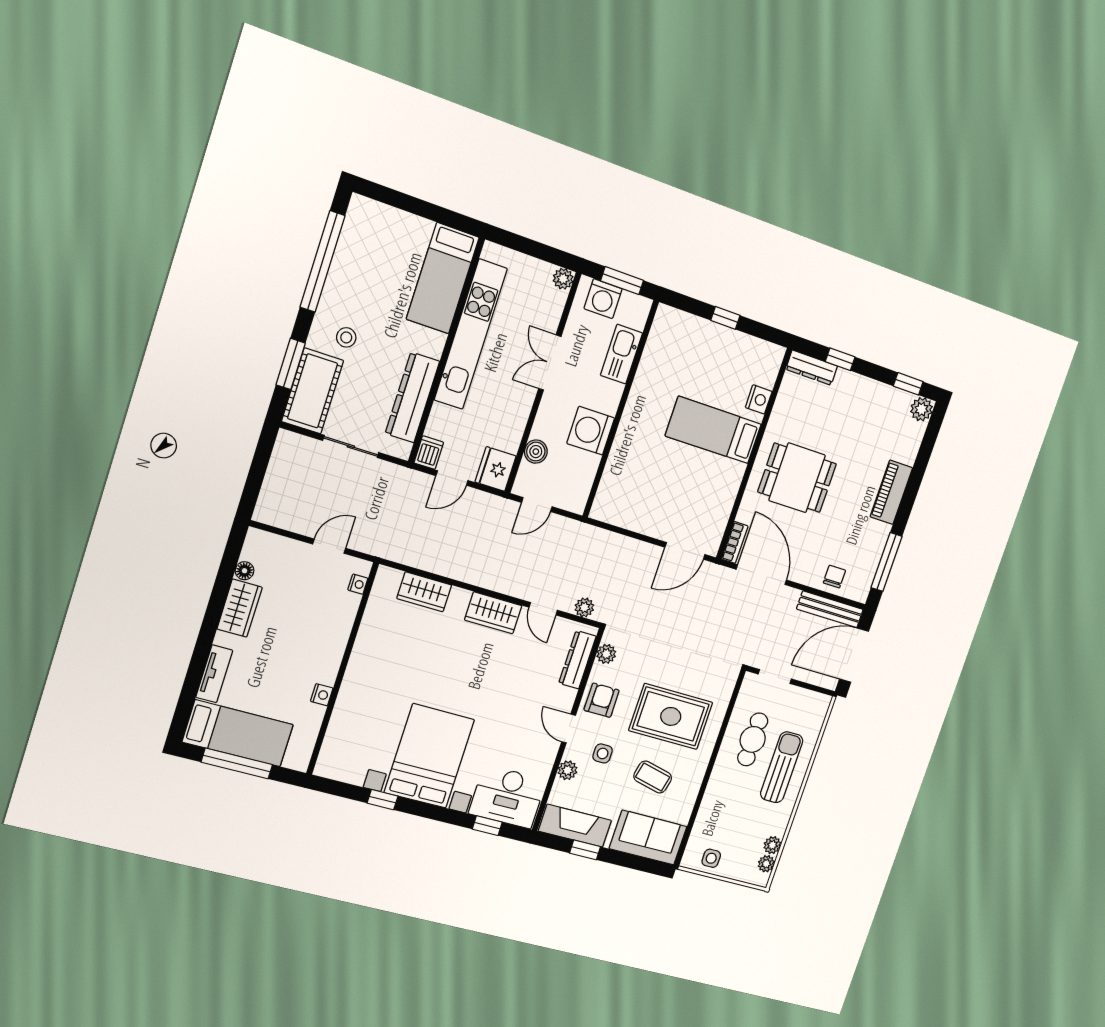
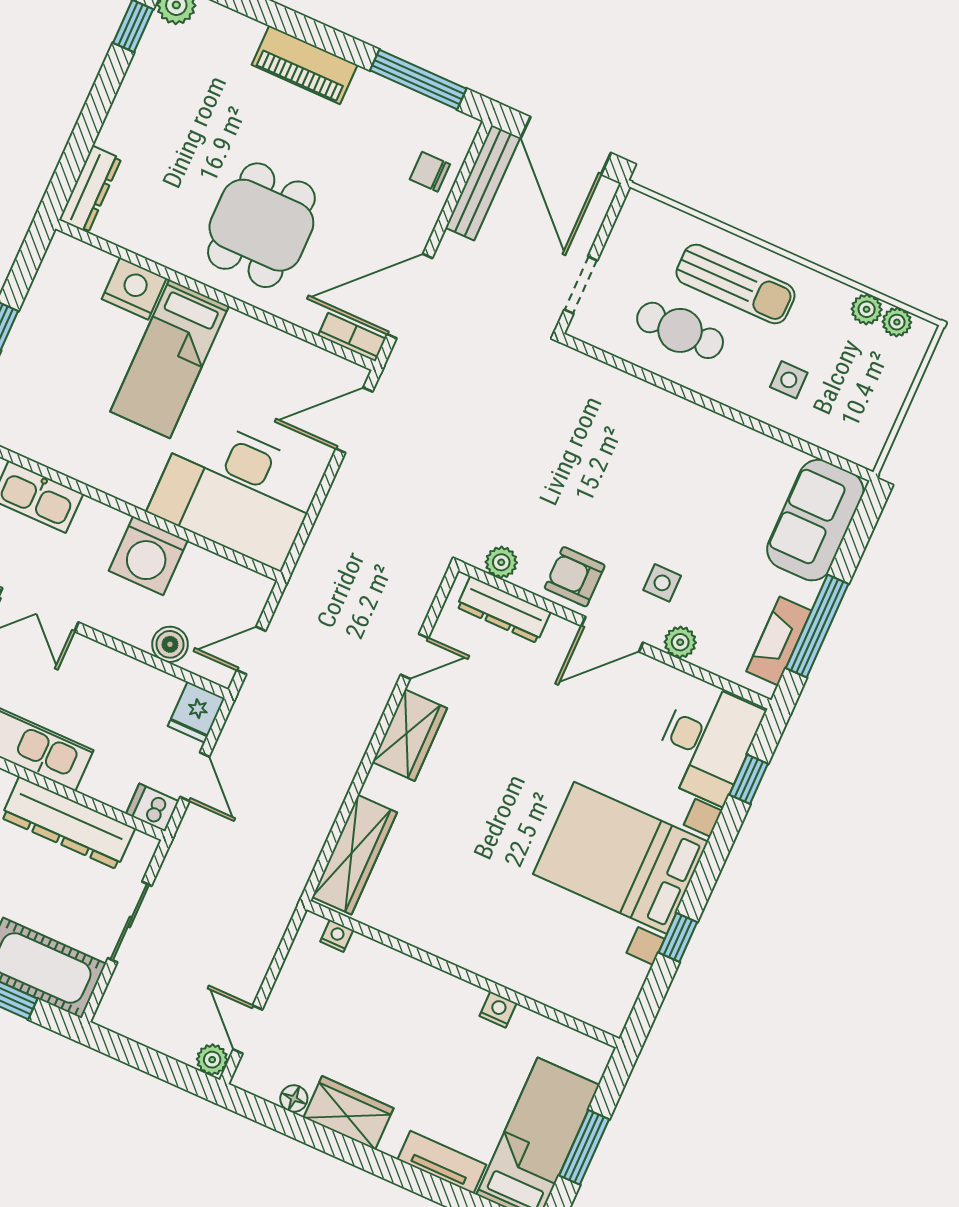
window: (840, 359) -> (82, 140), removed
nightstand: (759, 399) -> (134, 289), width x1.36, depth x1.33
fridge: (496, 469) -> (196, 712), width x0.72
desk: (635, 482) -> (236, 492), added
door: (537, 505) -> (251, 651), swing flipped
door: (329, 546) -> (248, 1029), moved
door: (685, 551) -> (354, 420), swing flipped
wardrobe: (424, 592) -> (355, 855), width x1.50
plant: (584, 607) -> (212, 1060), moved
rug: (671, 716) -> (619, 466), removed
door: (569, 728) -> (612, 634), width x1.38
window: (237, 763) -> (584, 1147), width x0.69
sun lounger: (782, 767) -> (735, 284), turned 180
coffee table: (653, 777) -> (715, 504), removed
fireplace: (575, 826) -> (779, 641), width x0.73, depth x0.76
window: (585, 850) -> (817, 626), width x2.17
side table: (711, 858) -> (789, 380), moved

